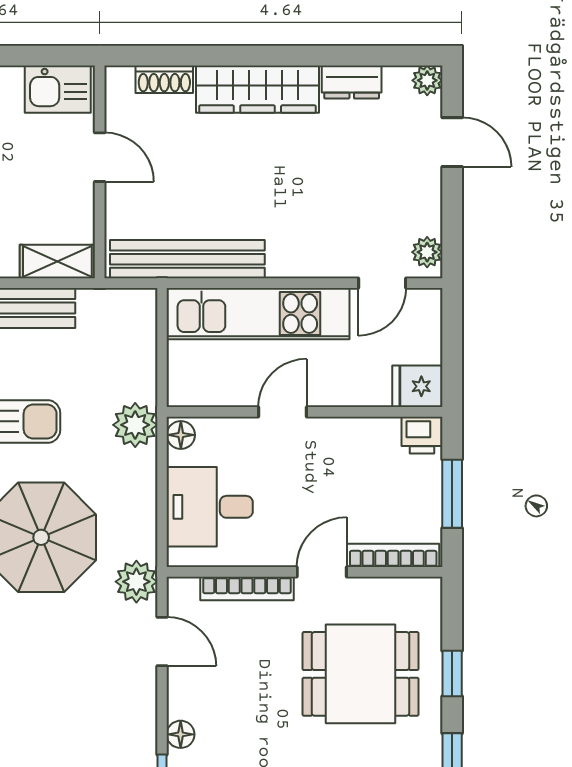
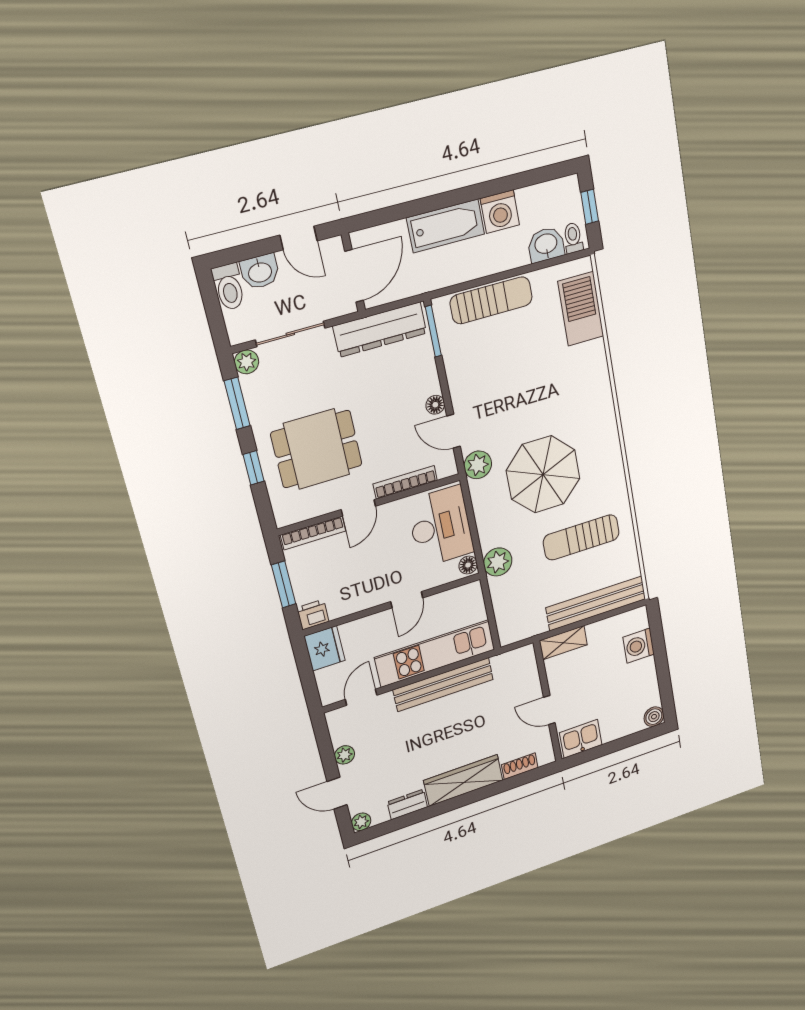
plant: (427, 252) -> (344, 755), moved
bench: (187, 259) -> (443, 685), moved
fridge: (417, 386) -> (325, 648), width x1.38
desk: (210, 507) -> (441, 527), width x1.37
floor lamp: (181, 734) -> (435, 405), moved

